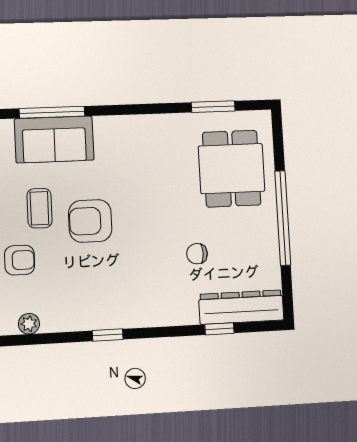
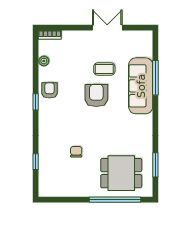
sofa: (54, 139) -> (141, 86), width x1.36
window: (283, 218) -> (115, 200), moved
armchair: (20, 260) -> (49, 90), moved, turned 180
dresser: (241, 307) -> (47, 174), removed

